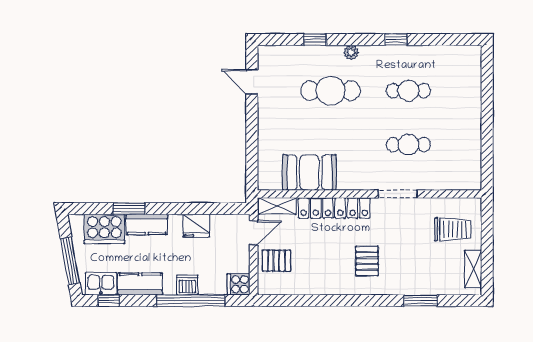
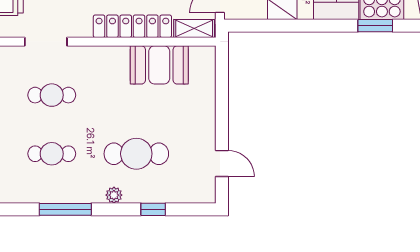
window: (396, 40) -> (65, 209), width x2.17
doorway: (398, 194) -> (46, 42), moved
window: (129, 209) -> (375, 26), moved

